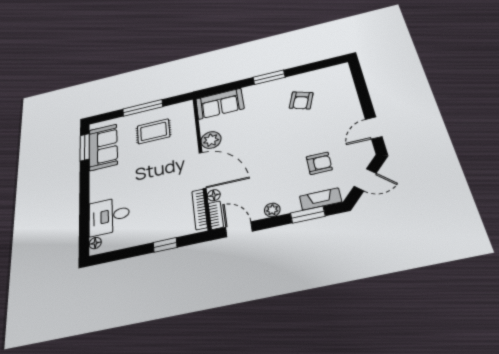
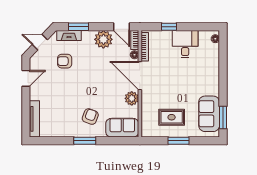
tv unit: (347, 84) -> (34, 119), added
armchair: (301, 100) -> (90, 117), moved
window: (143, 108) -> (178, 141), width x0.69
plant: (272, 210) -> (103, 39), width x1.87, depth x1.87
desk: (109, 216) -> (185, 44), moved, turned -90

